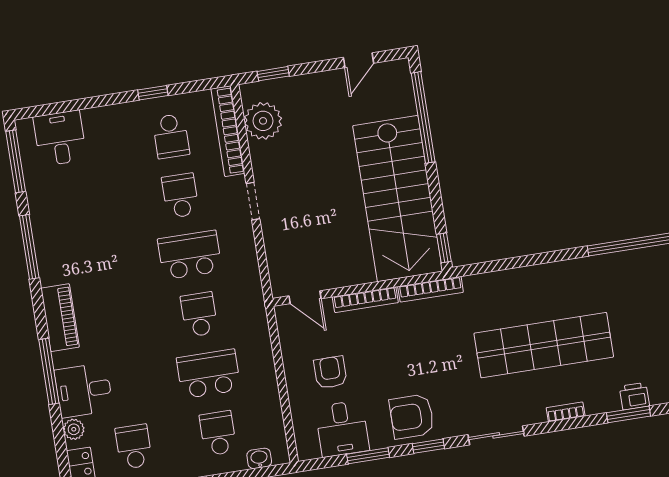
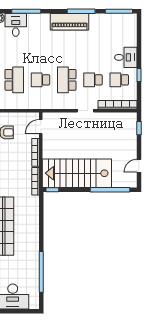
door: (358, 60) -> (139, 166), hinge flipped
plant: (263, 121) -> (119, 121), removed
desk: (60, 138) -> (126, 57), moved
school desk: (180, 196) -> (93, 80), turned 180
school desk: (190, 255) -> (67, 80), turned 180
school desk: (199, 314) -> (40, 80), turned 180
piano: (60, 318) -> (69, 22), moved, width x1.37, depth x1.33

